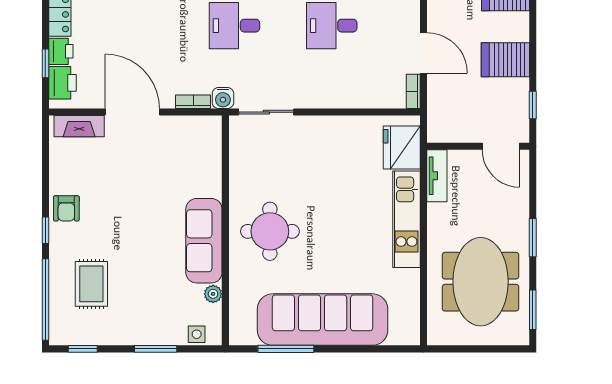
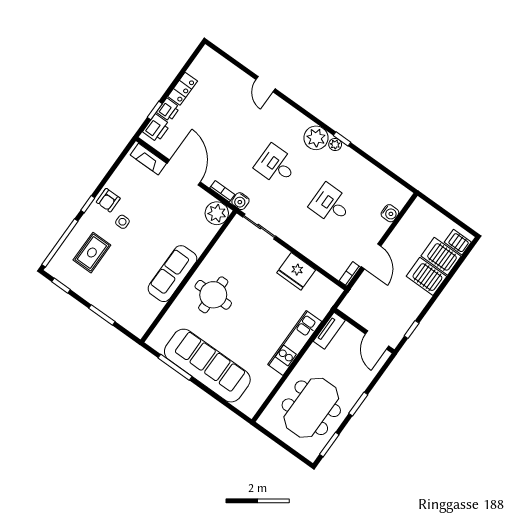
server rack: (505, 60) -> (426, 276), moved
fridge: (402, 148) -> (296, 271), moved, turned -90
plant: (213, 294) -> (217, 213), moved, width x1.88, depth x1.88
side table: (197, 334) -> (122, 222), moved

